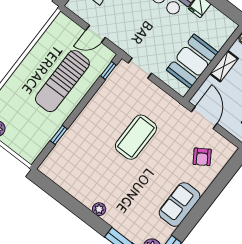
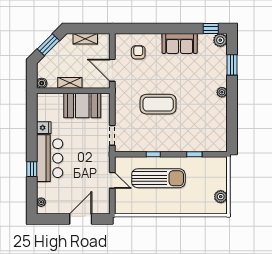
window: (108, 70) -> (153, 154), moved
door: (204, 118) -> (112, 70), hinge flipped
armchair: (202, 157) -> (138, 52), turned -57

